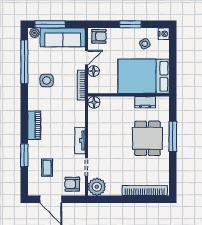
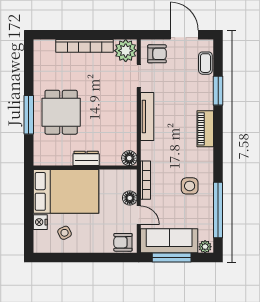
window: (50, 24) -> (172, 258), moved
window: (130, 24) -> (83, 258), removed
nightstand: (164, 34) -> (40, 222), moved
door: (87, 58) -> (139, 215), swing flipped
dresser: (145, 102) -> (86, 158), moved
tv unit: (80, 140) -> (147, 117), width x1.41
coffee table: (47, 168) -> (205, 63), moved
bookcase: (145, 190) -> (84, 46), moved

